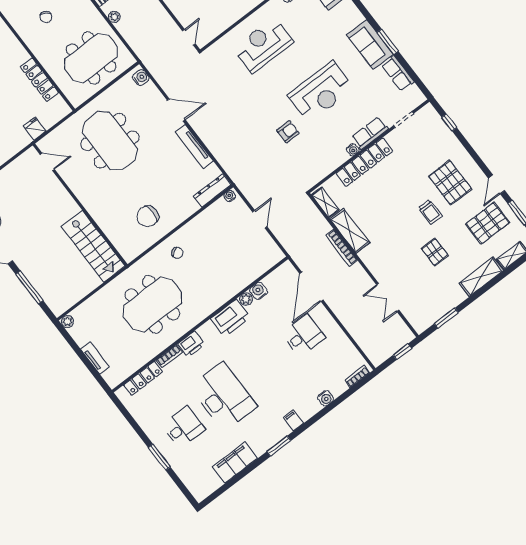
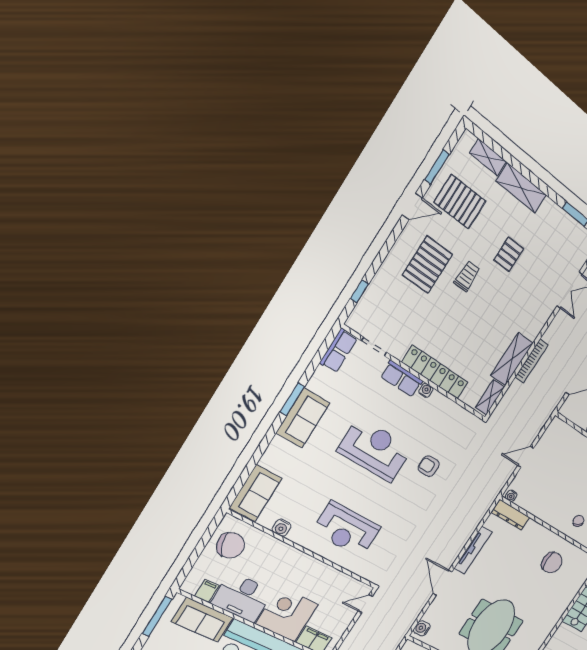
row of seats: (398, 73) -> (338, 351), moved

